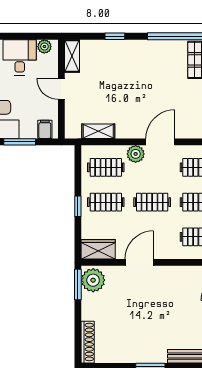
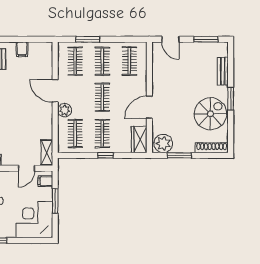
door: (61, 89) -> (27, 168), moved
shelving: (98, 131) -> (47, 152), moved
door: (139, 262) -> (149, 107), hinge flipped
window: (78, 285) -> (179, 155), moved
spiral stairs: (131, 341) -> (210, 114), added

